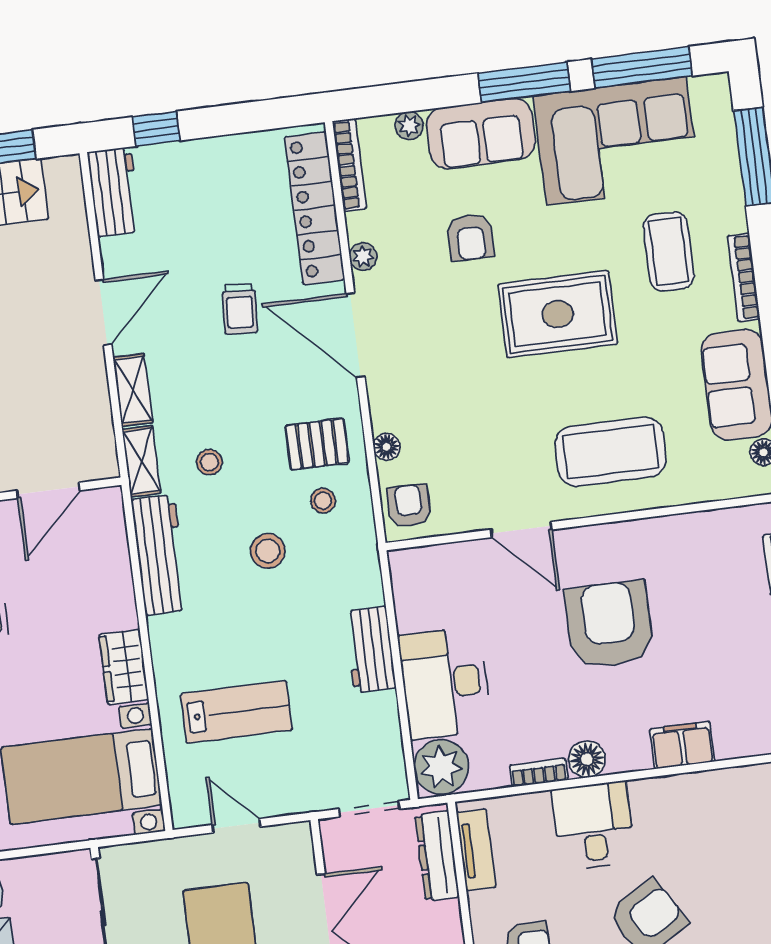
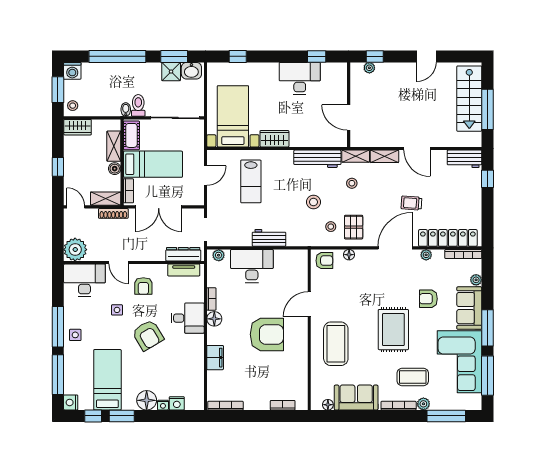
plant: (732, 217) -> (423, 404), added
plant: (441, 767) -> (219, 255), width x0.53, depth x0.53

